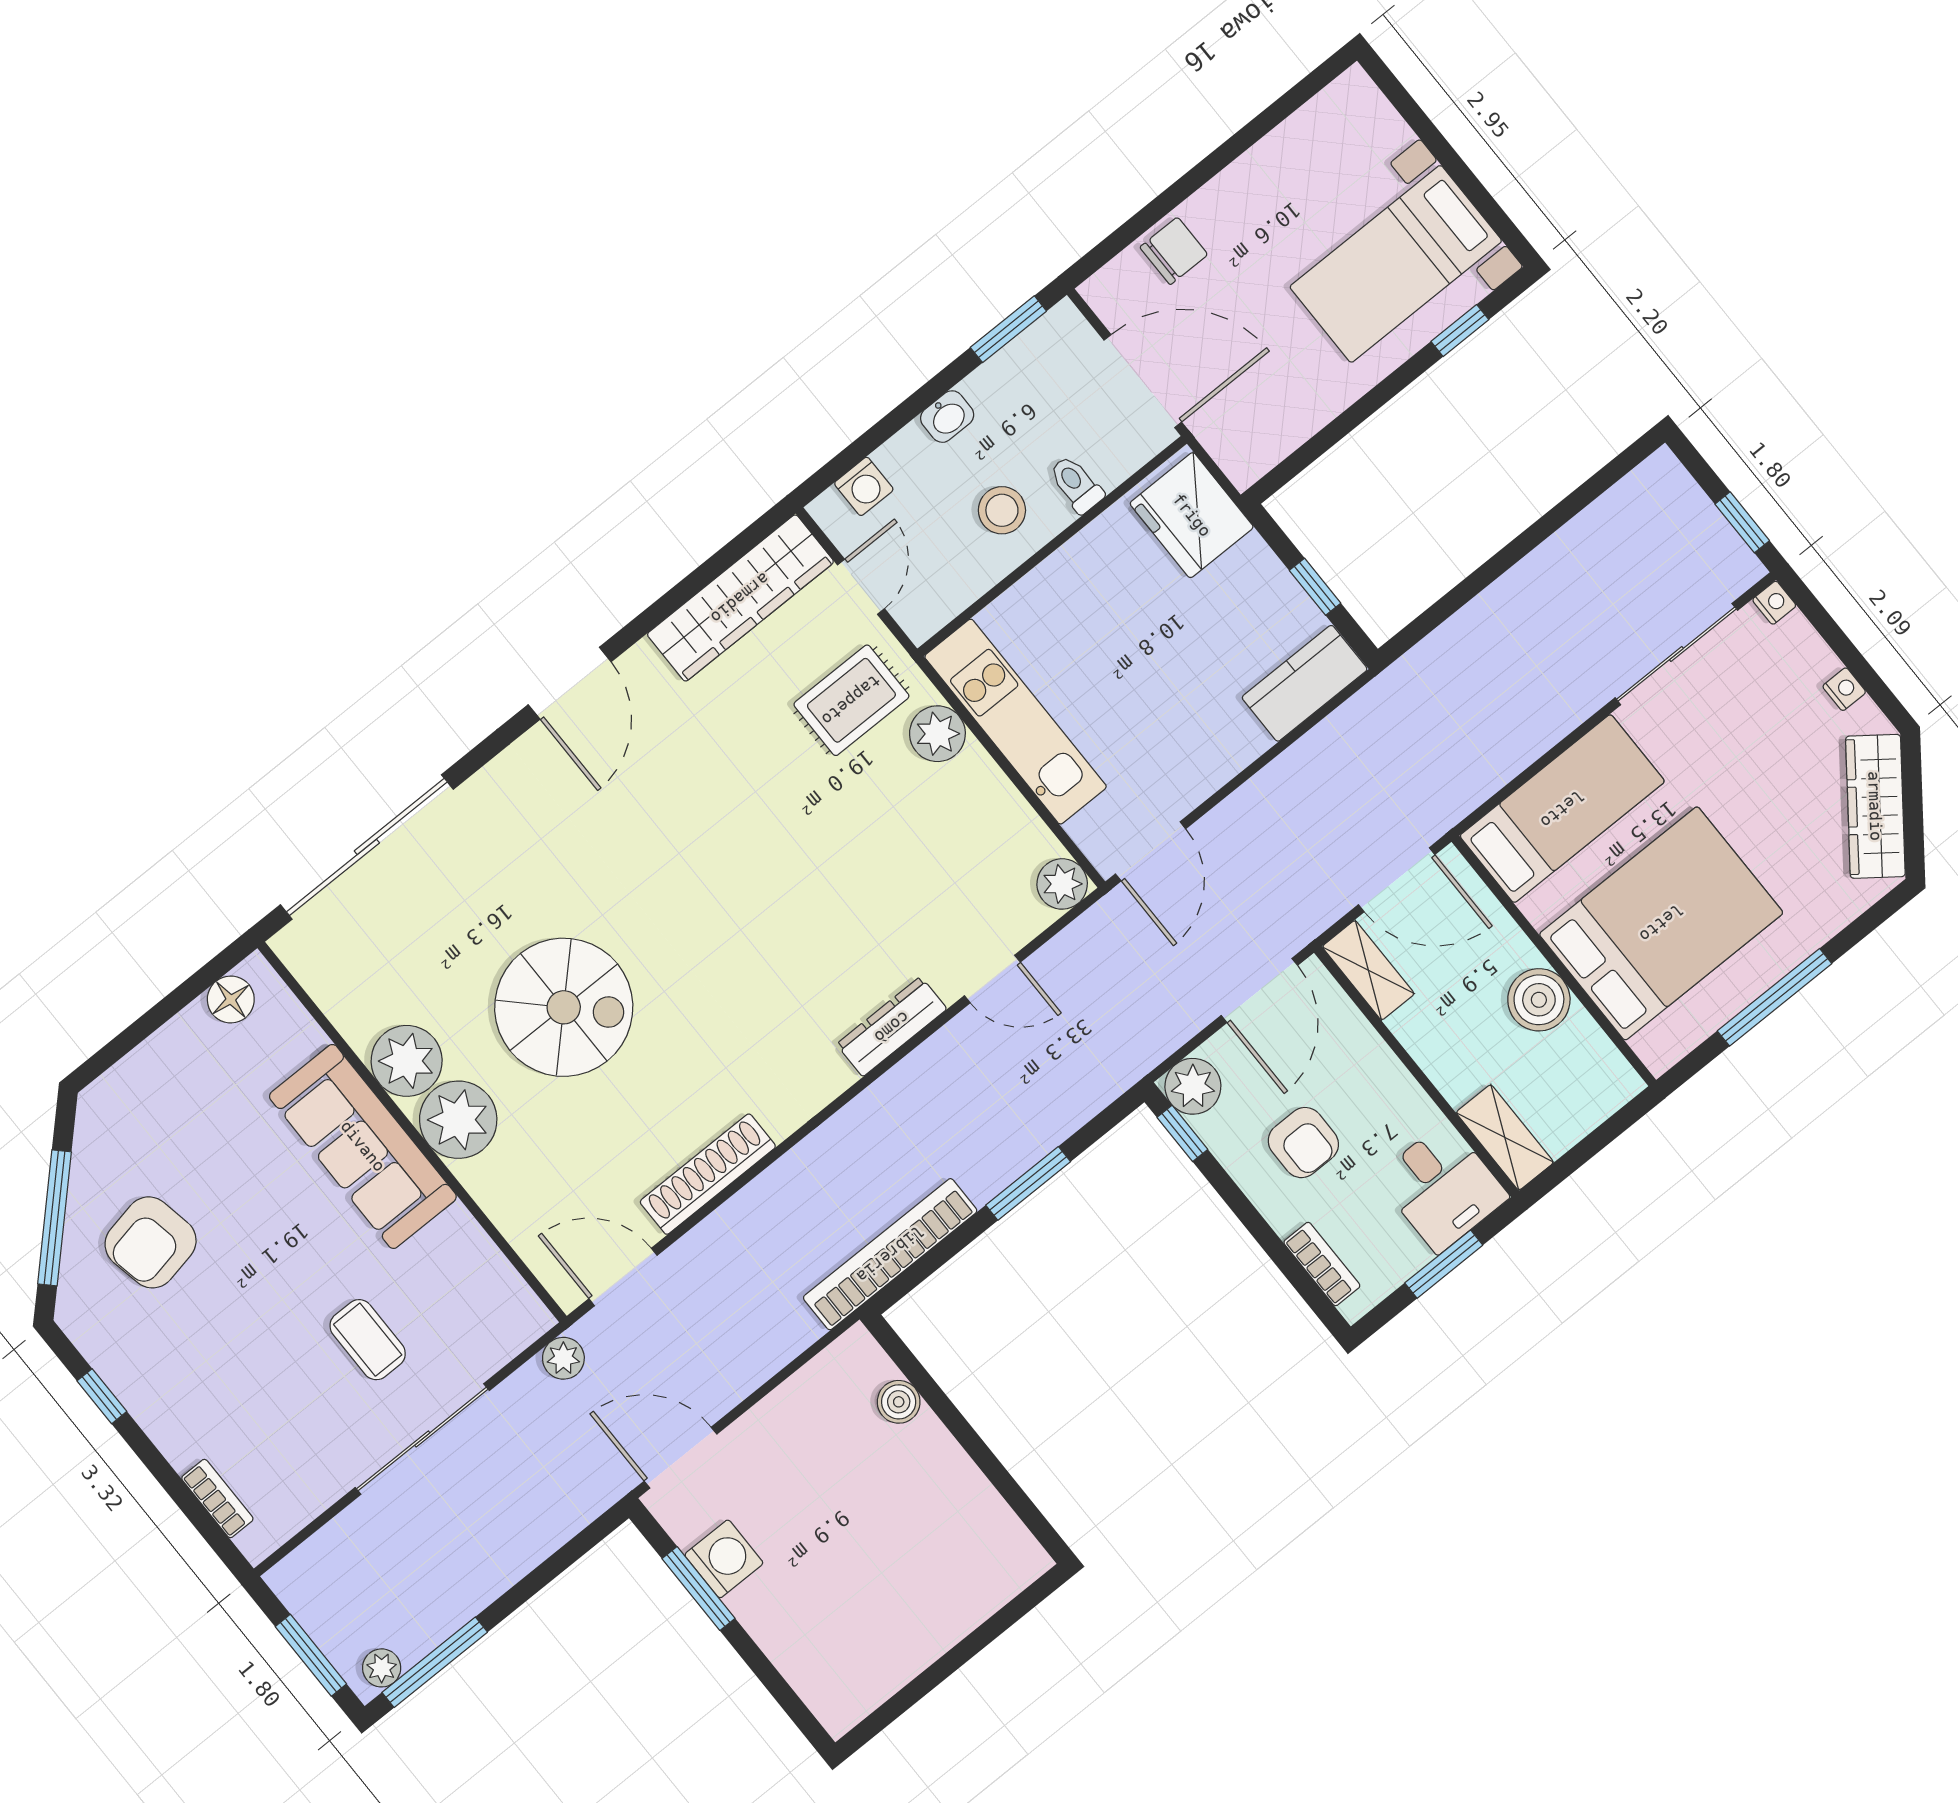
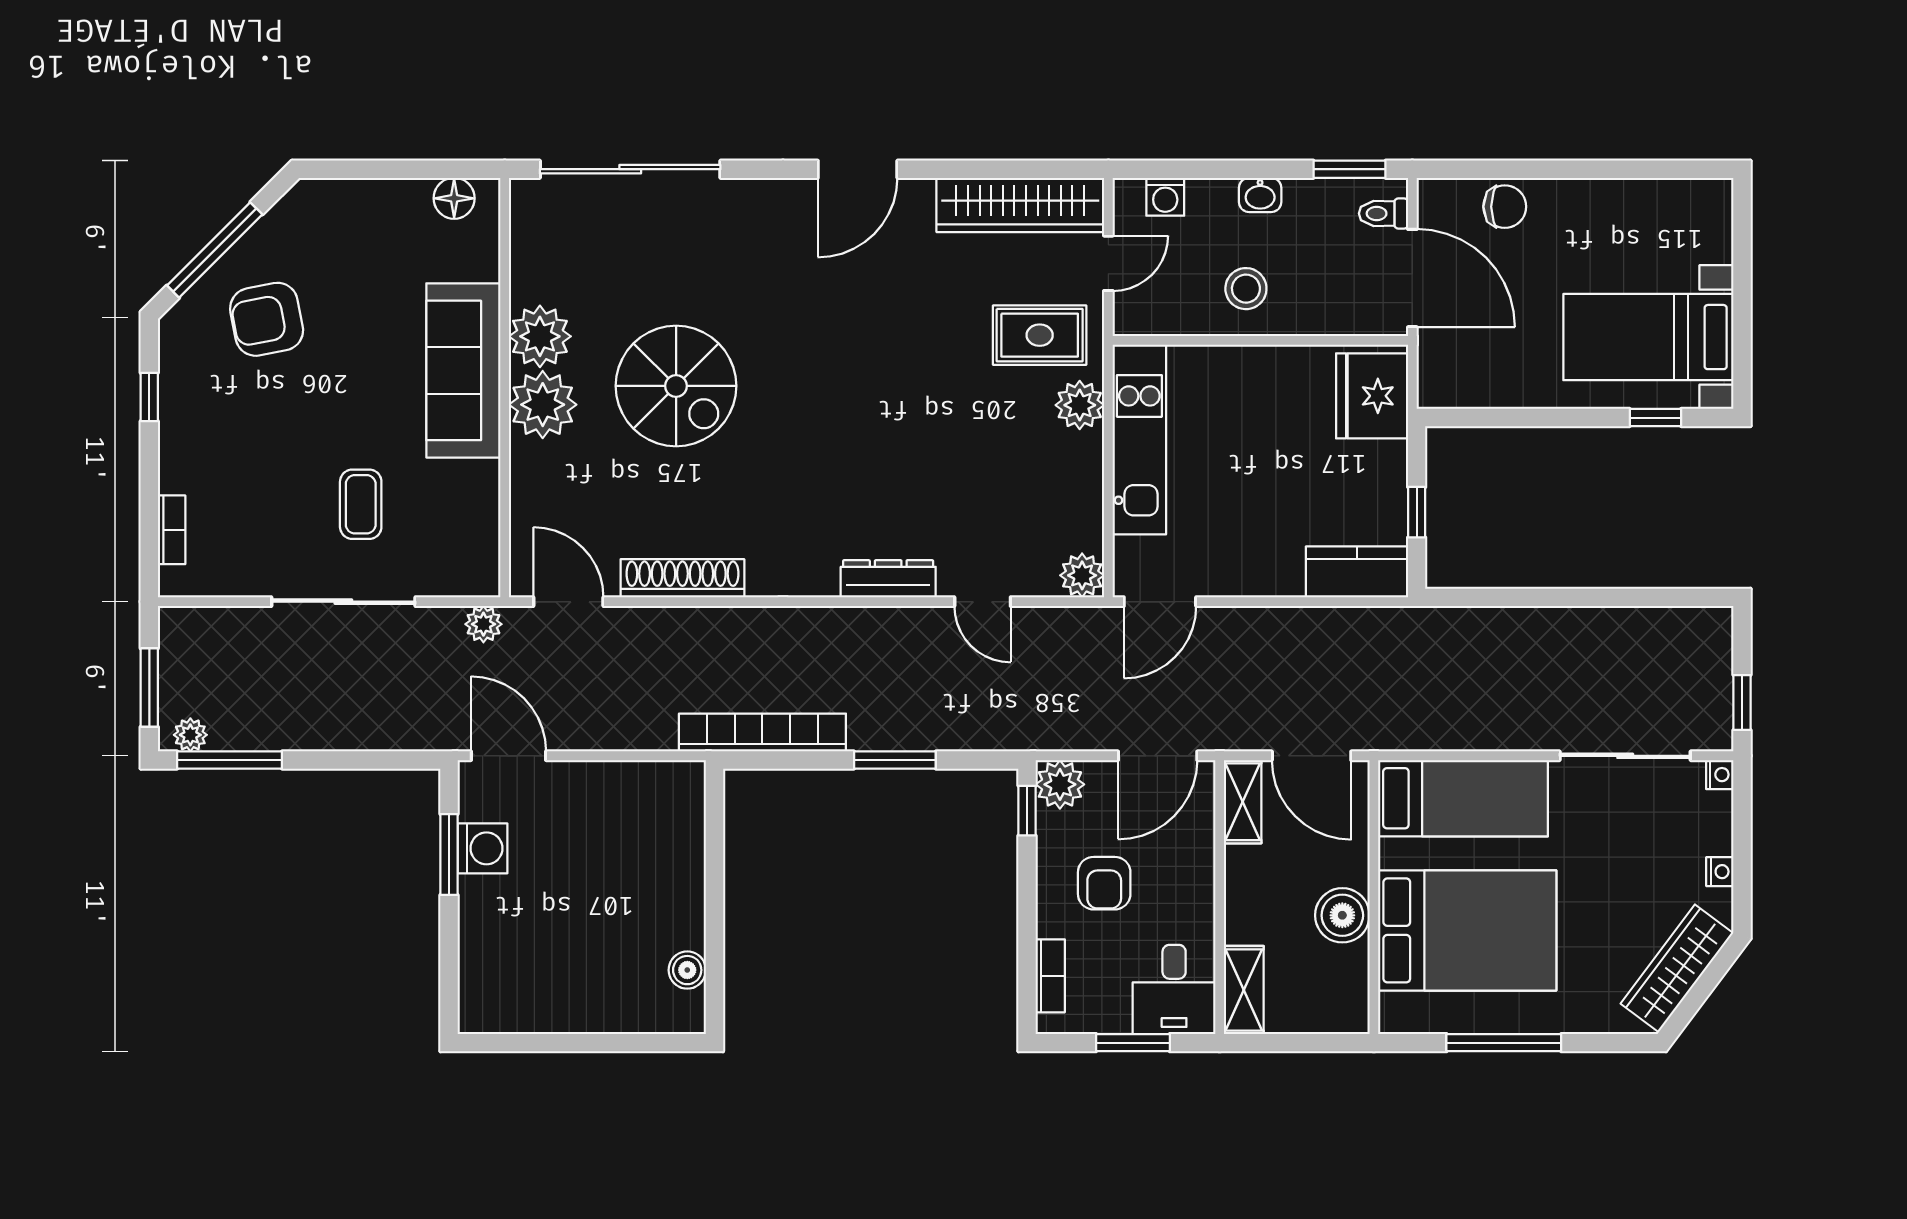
toilet: (1076, 484) -> (1383, 213), moved, turned -90
boiler: (899, 1402) -> (687, 970), moved

